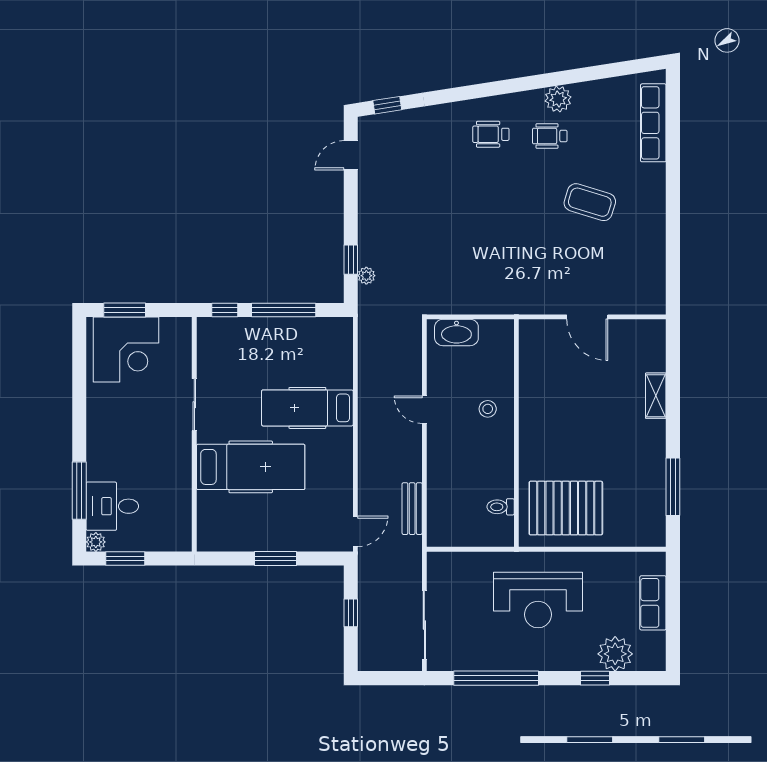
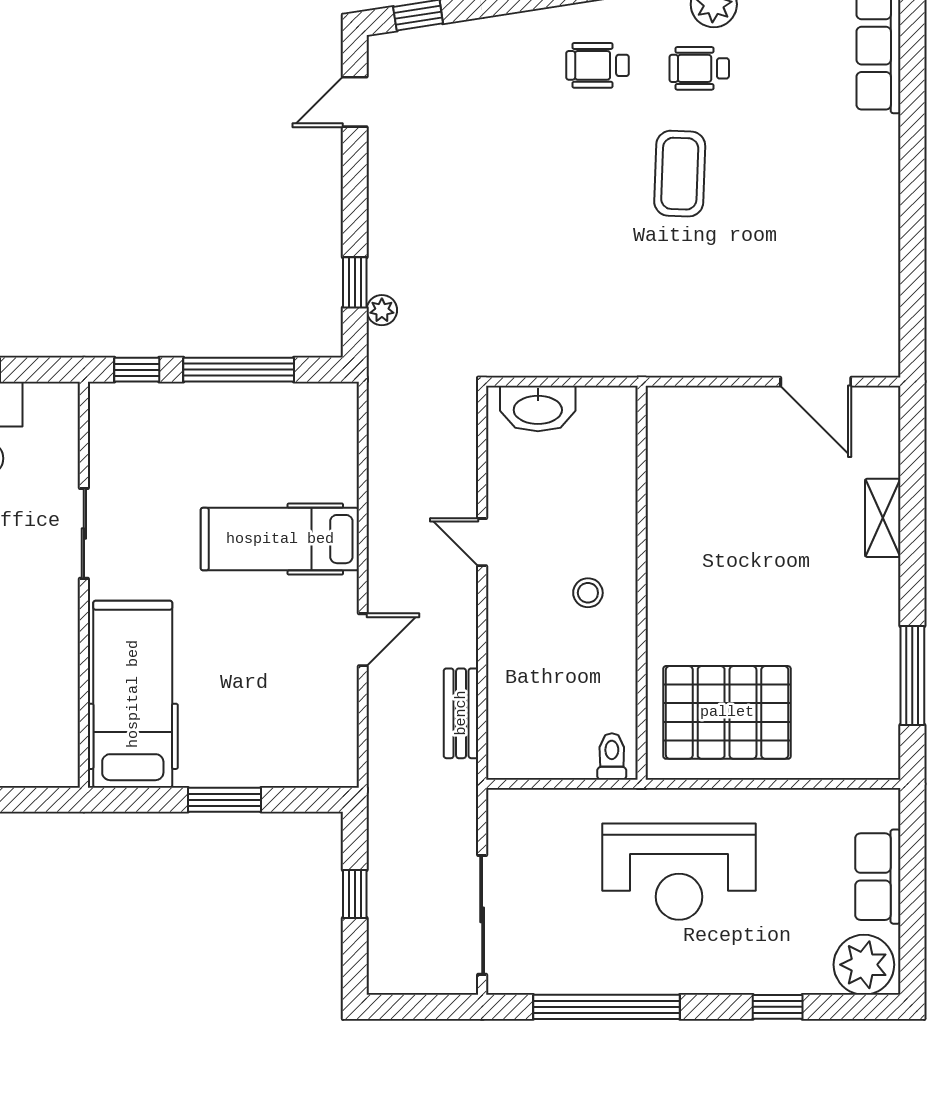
coffee table: (590, 202) -> (680, 174), moved, turned 75
door: (587, 317) -> (816, 382), moved
stool: (488, 409) -> (588, 593), moved
hospital bed: (251, 467) -> (133, 694), moved, turned -90
toilet: (501, 507) -> (612, 756), moved, turned 90
door: (355, 531) -> (363, 640), moved
plant: (615, 654) -> (864, 965), moved

